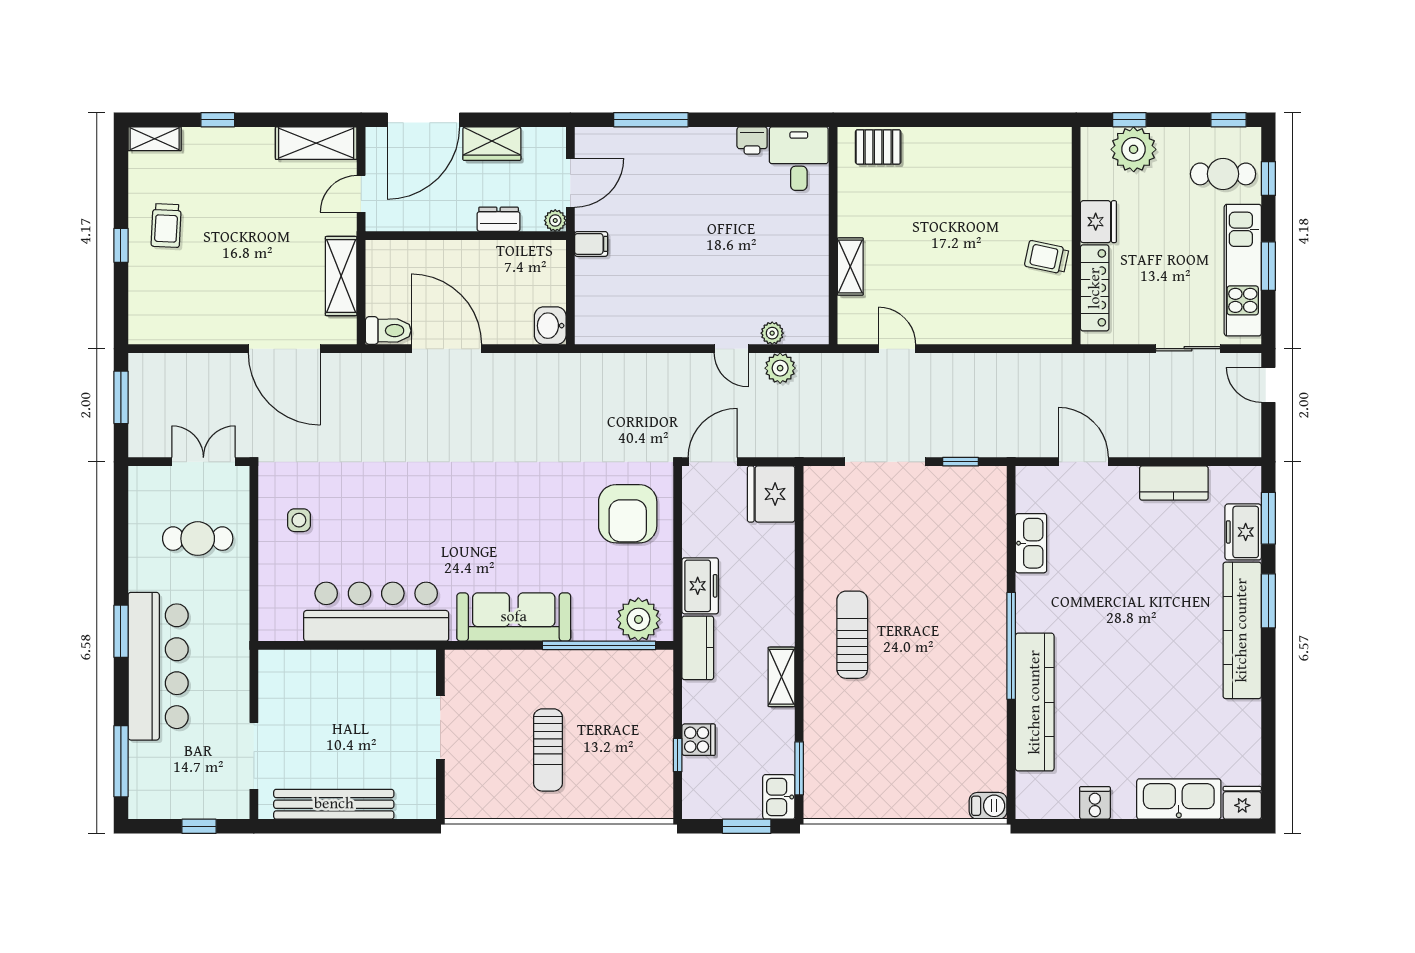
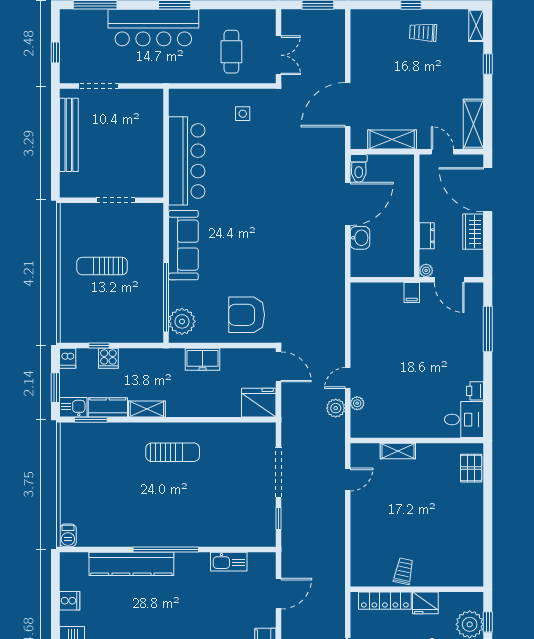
washbasin: (550, 326) -> (360, 238), moved, turned 90
kitchen counter: (698, 648) -> (108, 407), moved, turned 180
dishwasher: (699, 806) -> (68, 358), added

